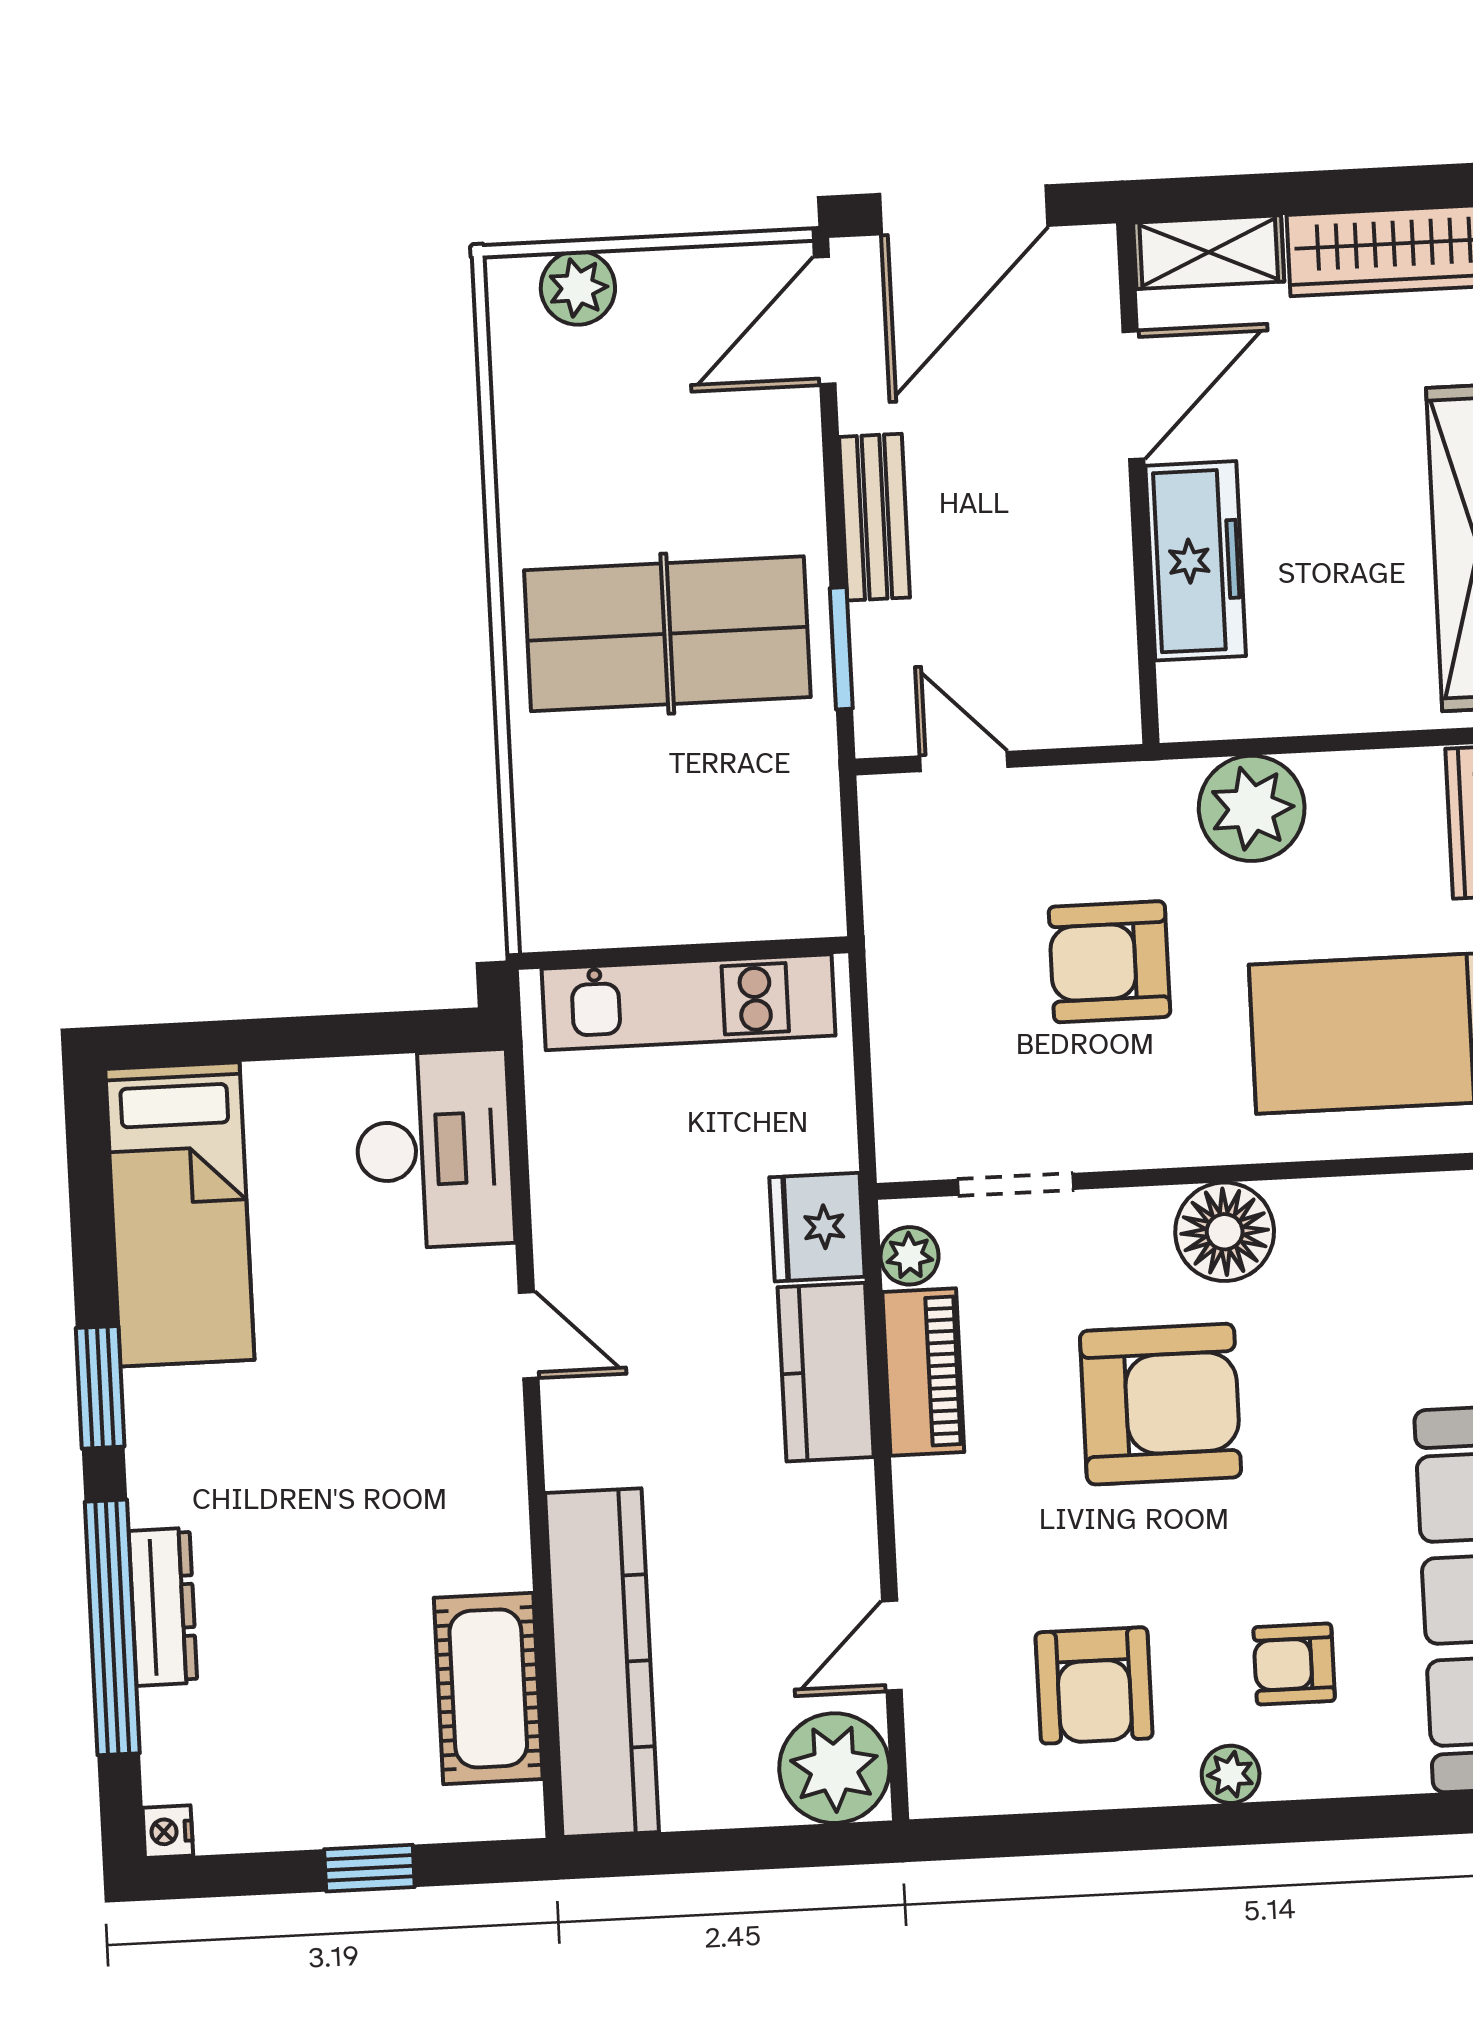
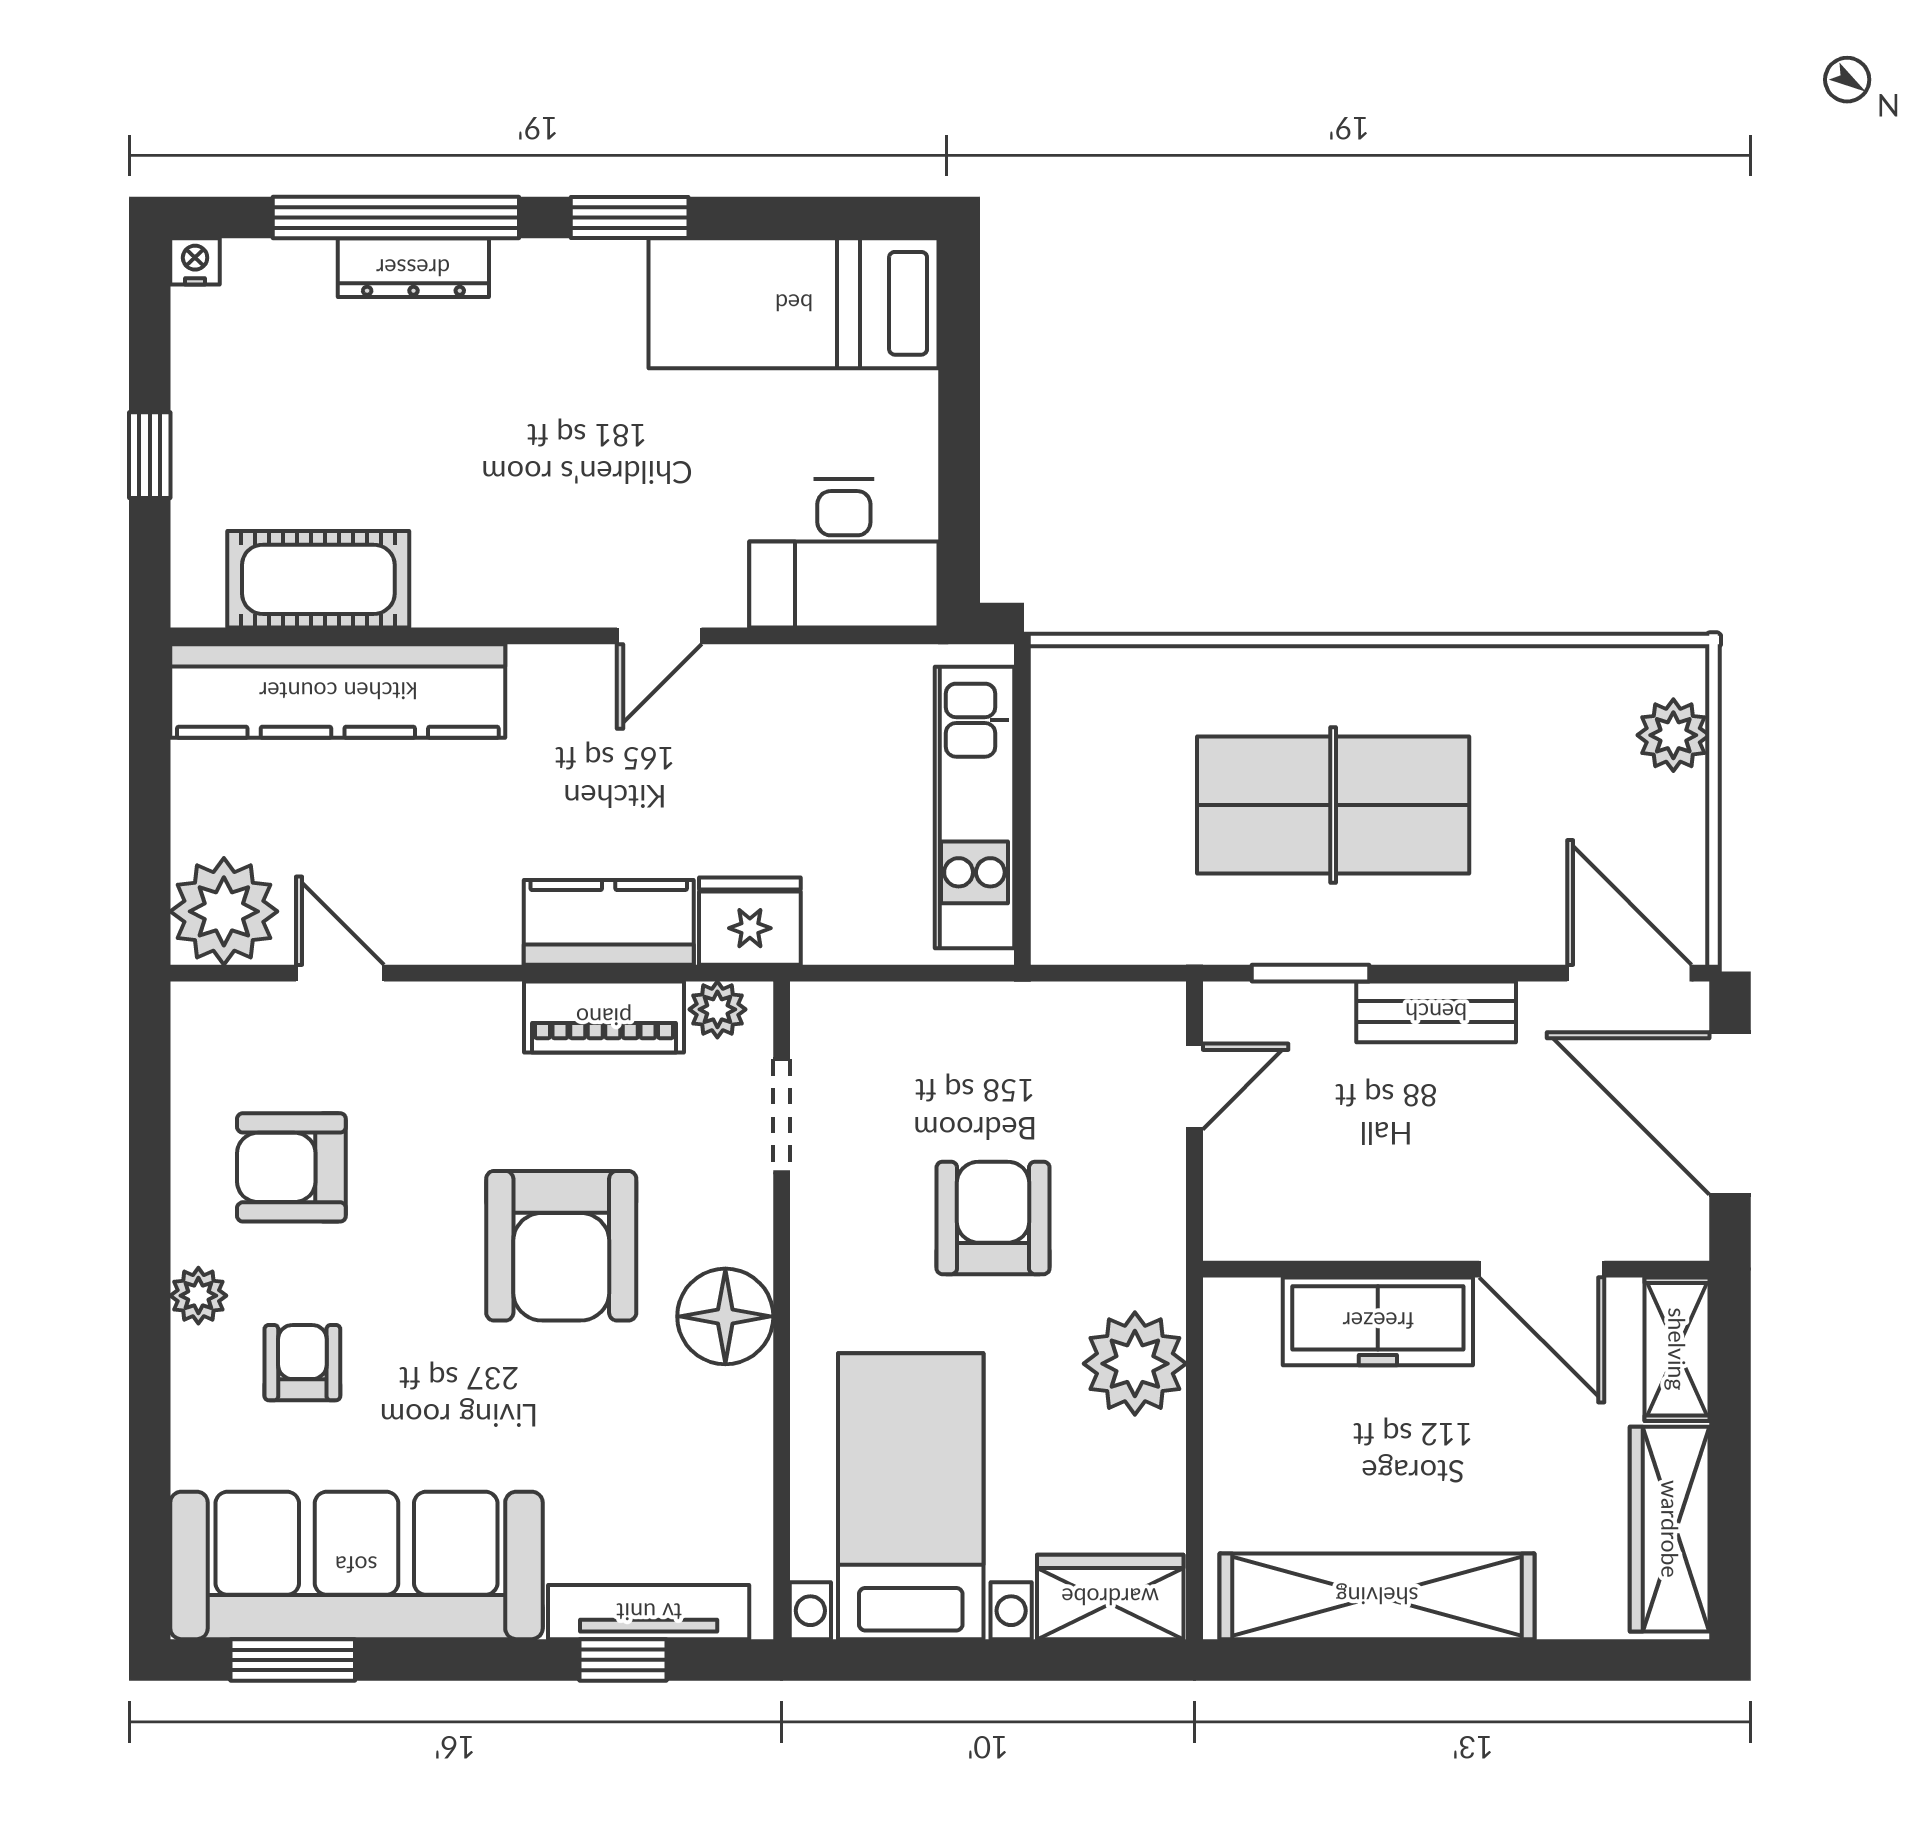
table tennis table: (667, 634) -> (1333, 805), turned 90

